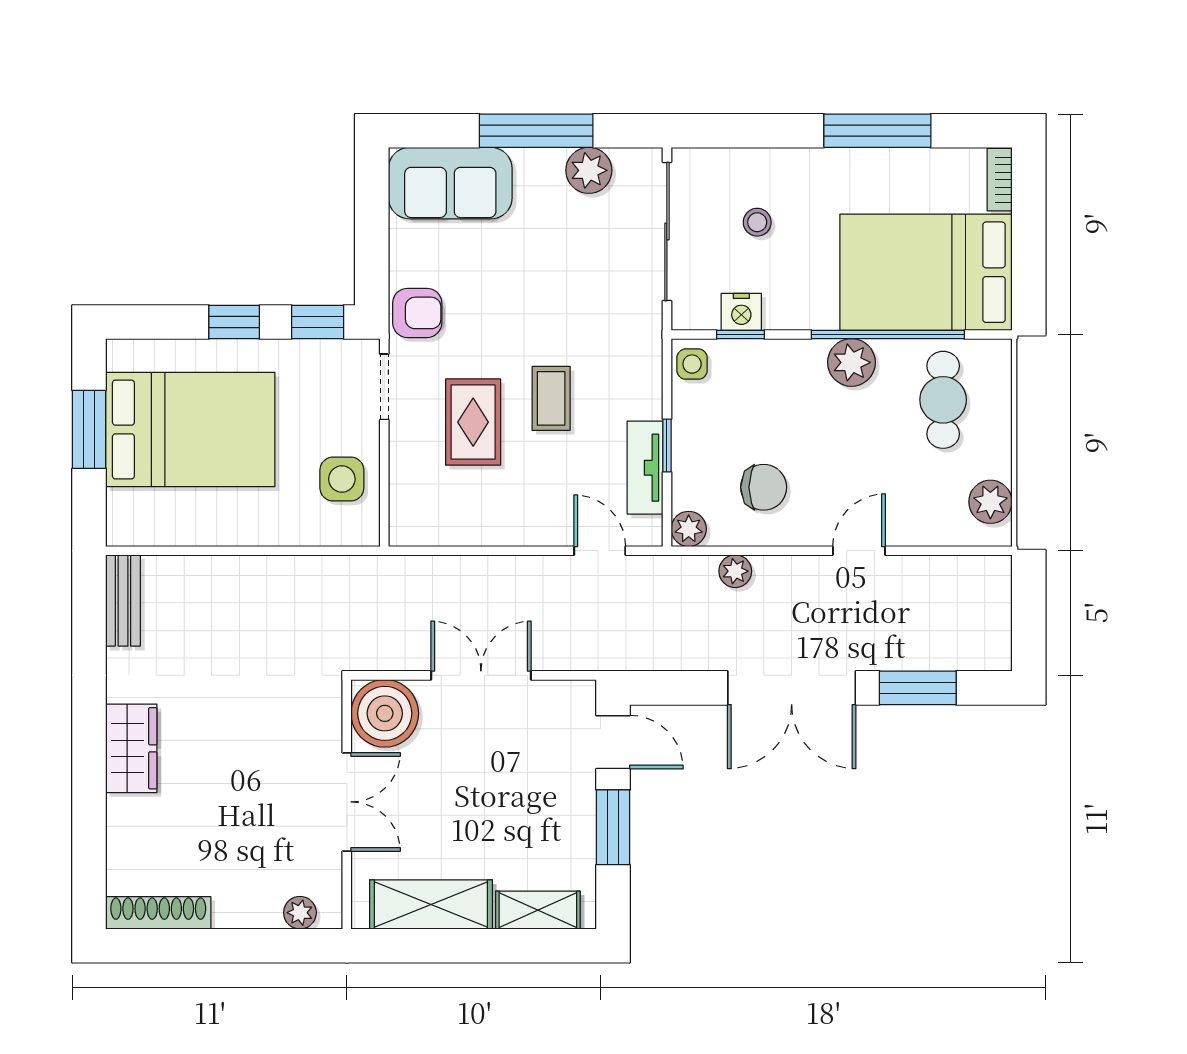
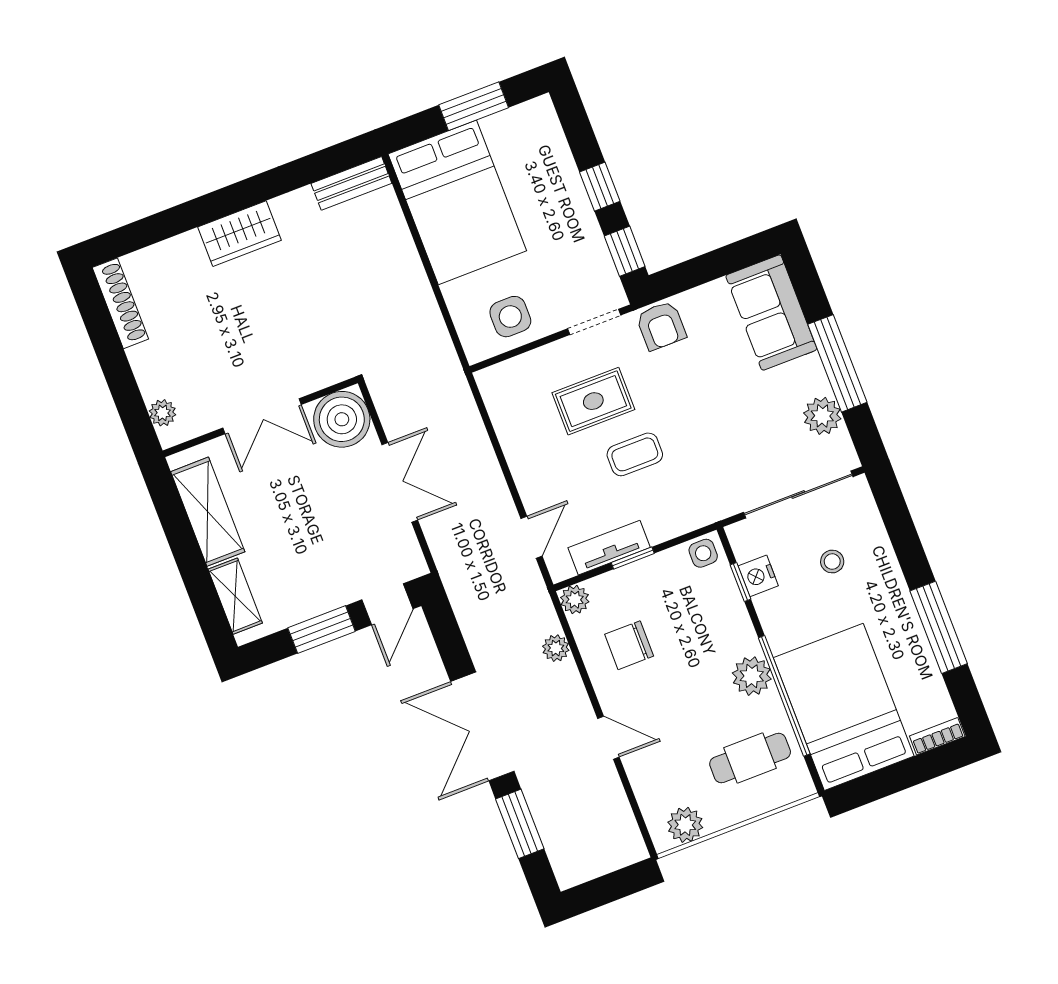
bed: (190, 430) -> (457, 202), moved
chair: (764, 487) -> (629, 645), turned 90

